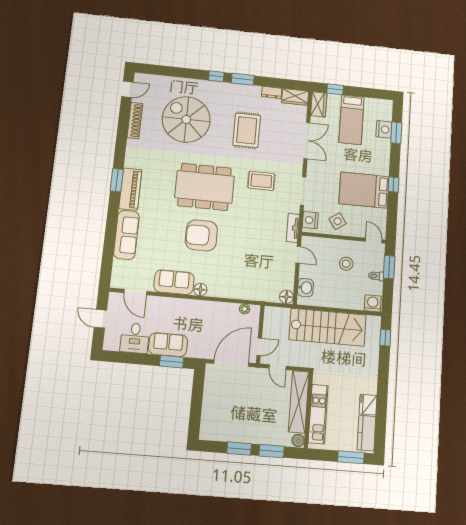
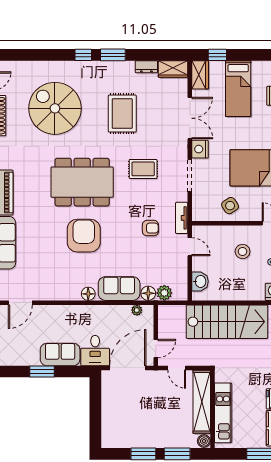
nightstand: (310, 220) -> (200, 149), moved
armchair: (264, 234) -> (150, 228), added
armchair: (201, 235) -> (84, 236), turned 90
sofa: (174, 282) -> (119, 289), moved
door: (135, 292) -> (20, 303), hinge flipped
plant: (272, 295) -> (164, 293), added
floor lamp: (286, 297) -> (148, 293), moved
desk: (135, 338) -> (95, 351), moved
window: (172, 362) -> (42, 372), moved

